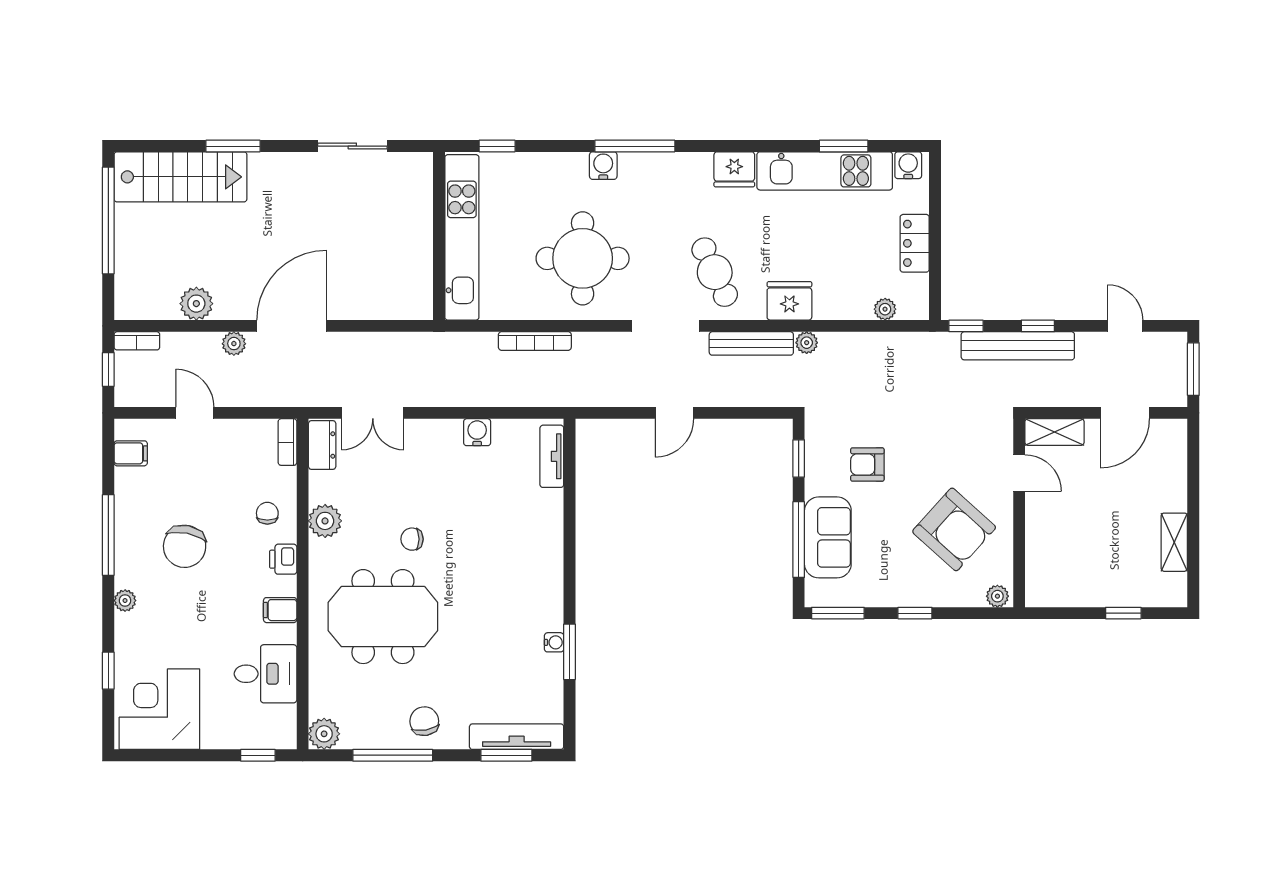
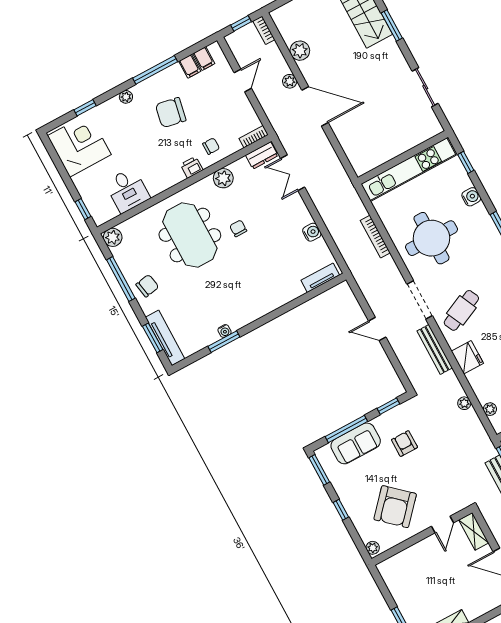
water cooler: (603, 166) -> (471, 197), moved
plant: (807, 343) -> (464, 403), moved
filing cabinet: (280, 610) -> (190, 66), moved, turned 180

